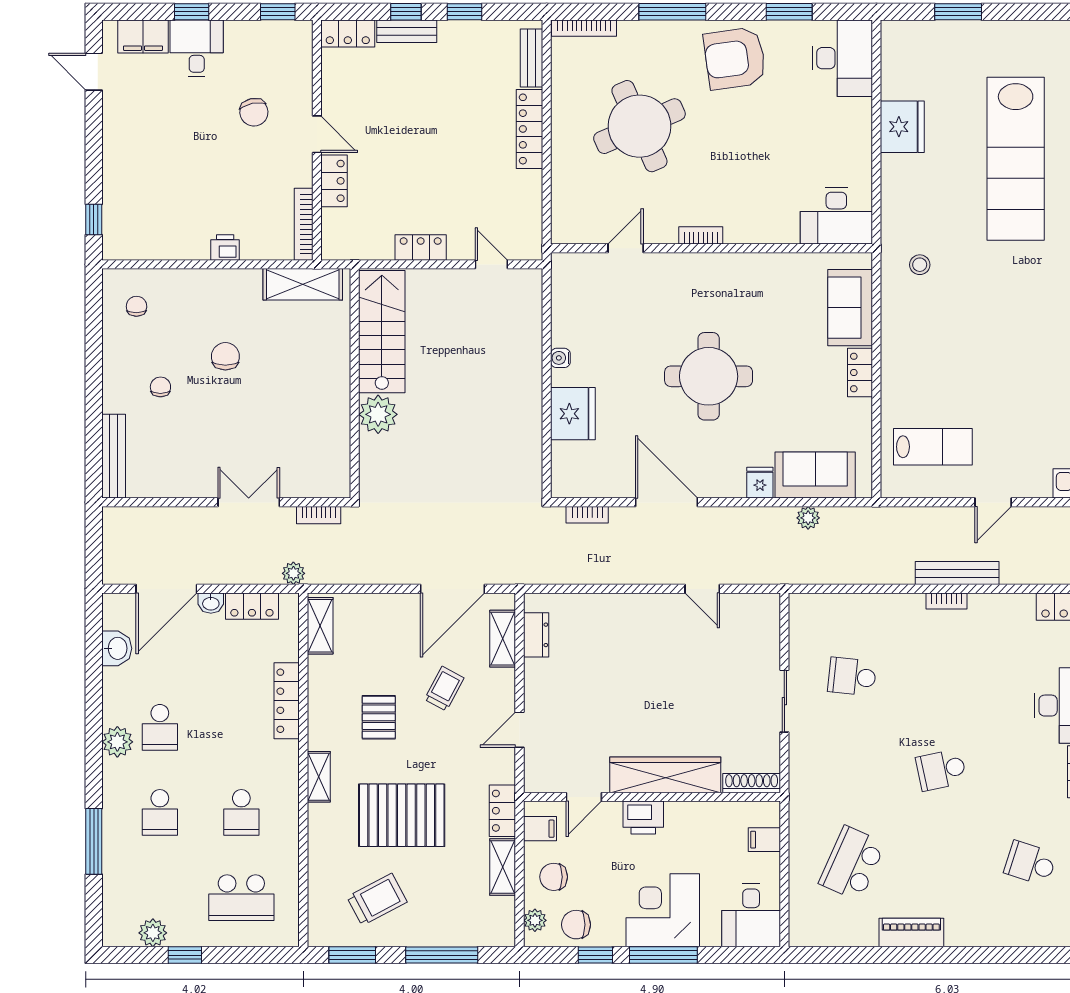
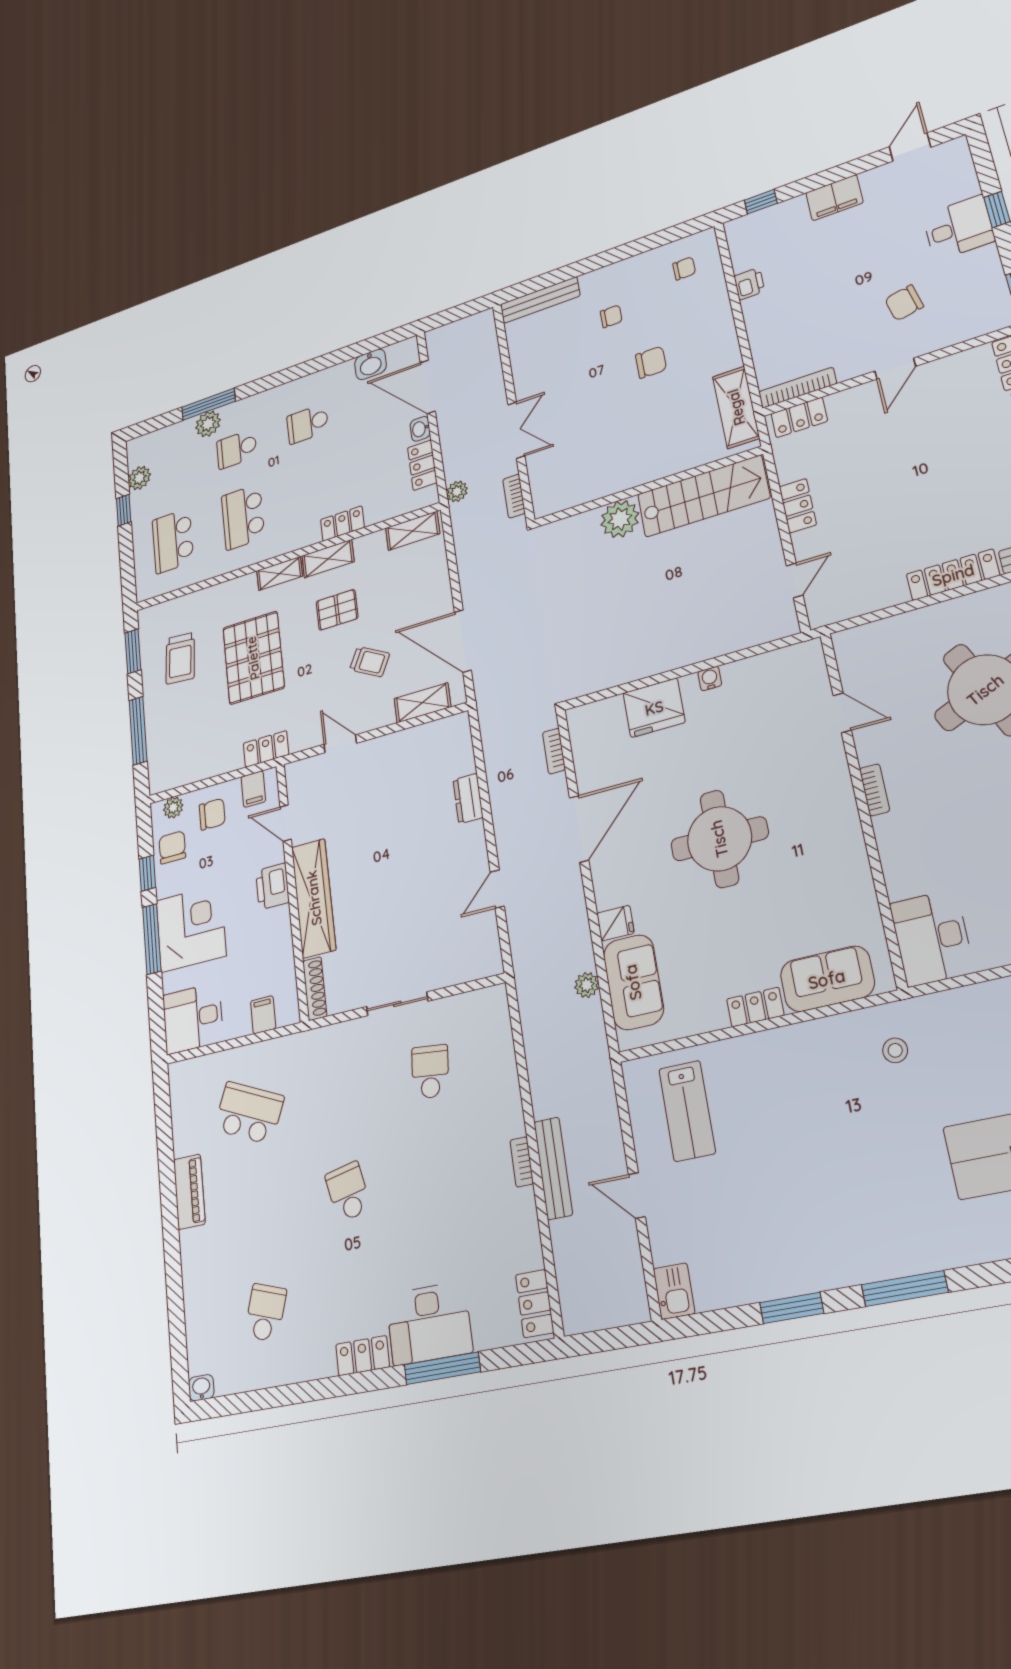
filing cabinet: (143, 37) -> (834, 198), moved, turned -90
locker: (334, 181) -> (799, 417), moved
printer: (225, 247) -> (749, 284), moved
dresser: (536, 635) -> (468, 799), moved, turned 90
locker: (287, 701) -> (342, 524), width x0.66
plant: (117, 742) -> (208, 424), moved
school desk: (241, 812) -> (243, 517), width x1.85
shelving: (503, 867) -> (328, 559), moved
chair: (554, 877) -> (212, 814), turned 90
trolley: (377, 899) -> (180, 658), turned 33

